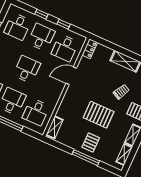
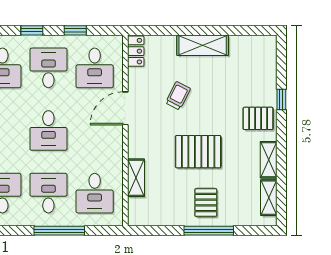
desk: (27, 69) -> (48, 131), turned 180
trolley: (121, 92) -> (178, 96), moved
shelving: (55, 127) -> (136, 178), moved

